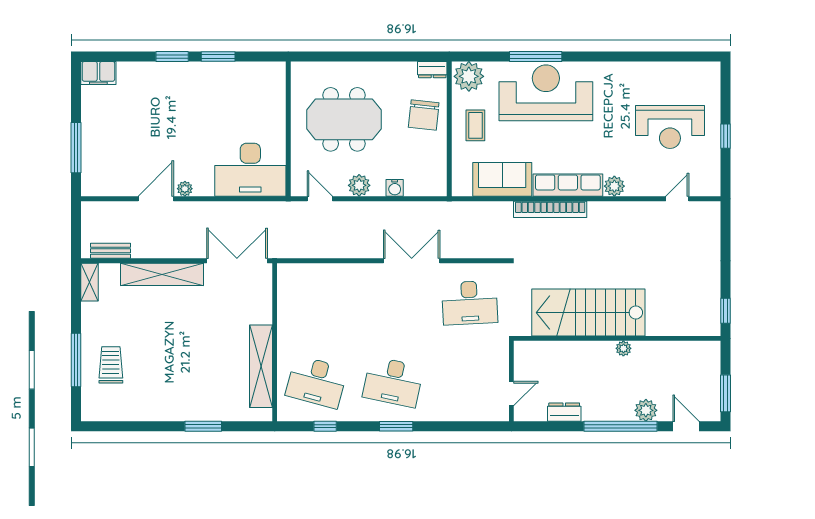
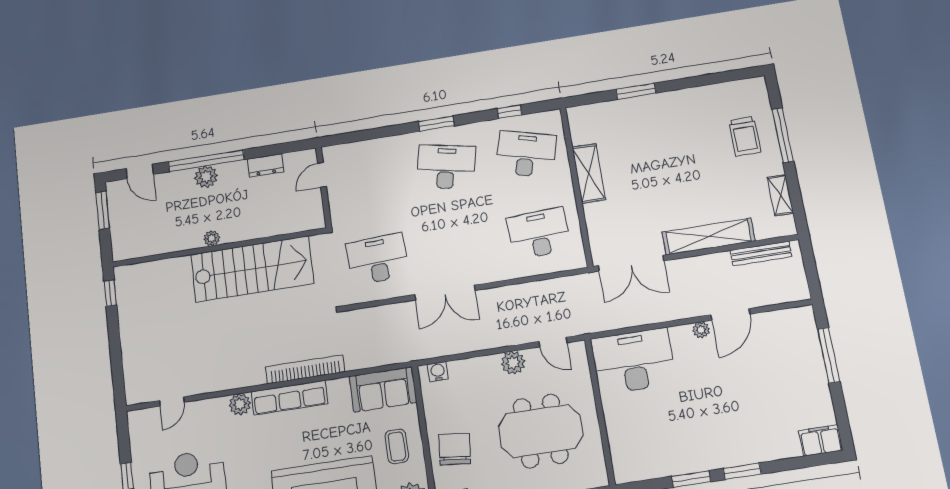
sofa: (502, 179) -> (383, 389), moved
water cooler: (395, 188) -> (438, 372), moved
bench: (110, 251) -> (761, 253), width x1.36
shelving: (90, 282) -> (780, 195), moved
desk: (316, 303) -> (539, 234), added
shelving: (261, 366) -> (589, 173), width x0.68
plant: (646, 410) -> (206, 177), moved

